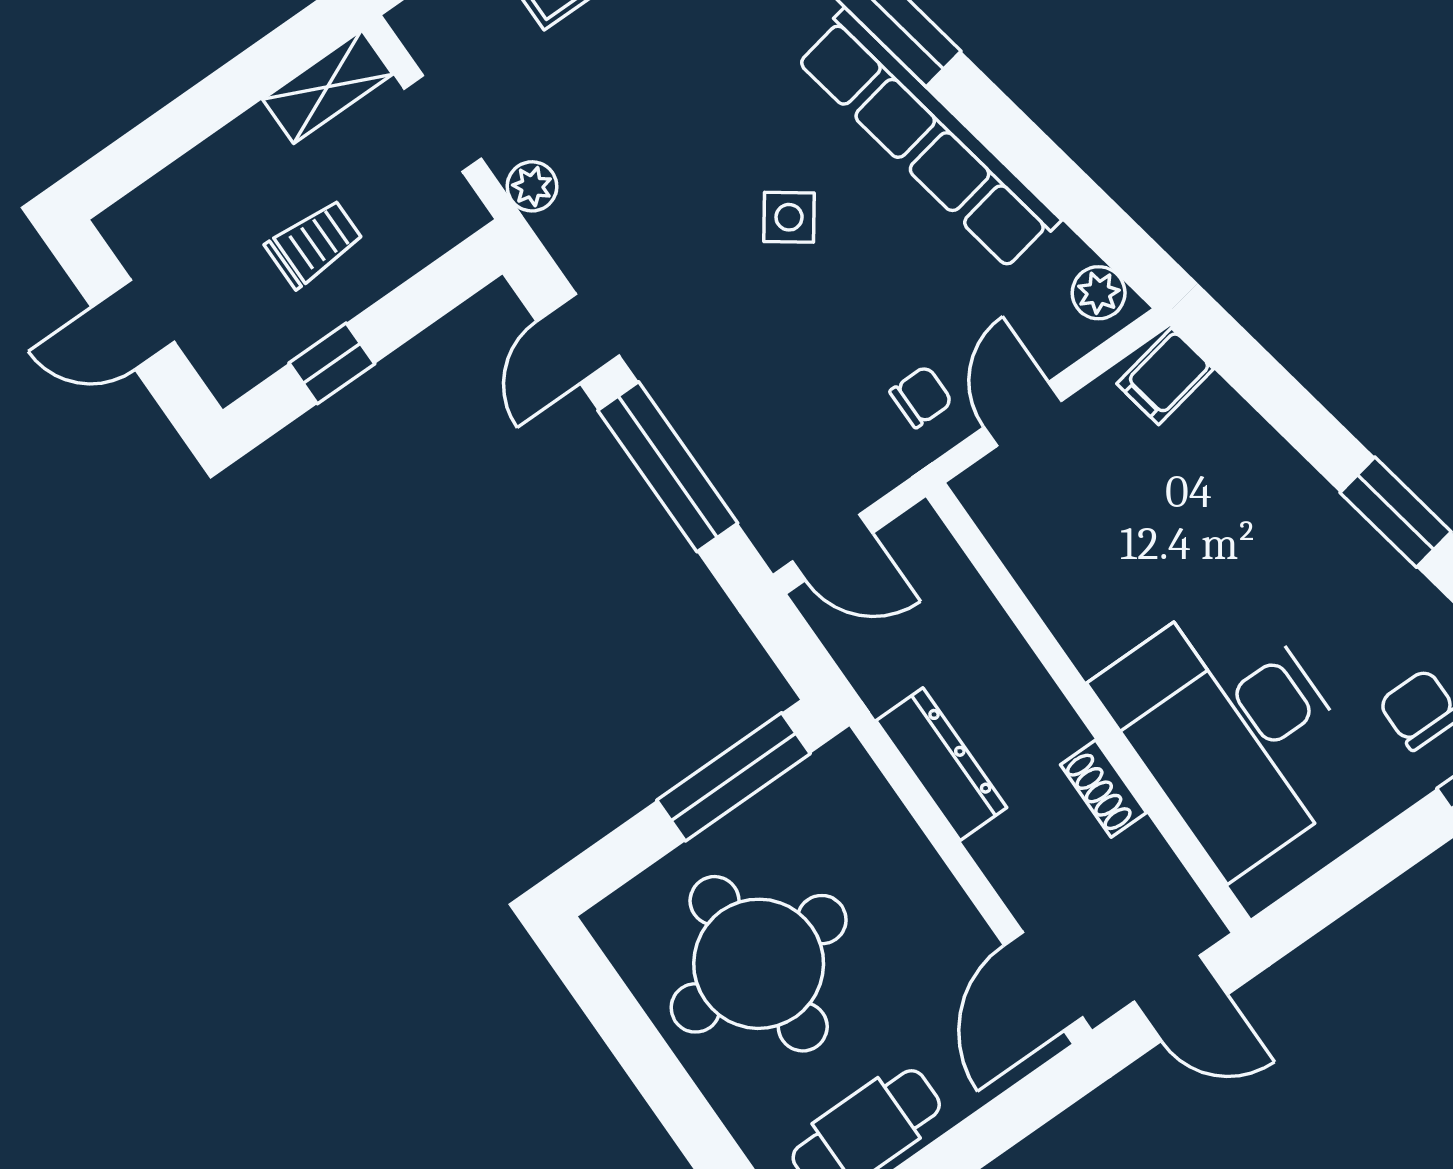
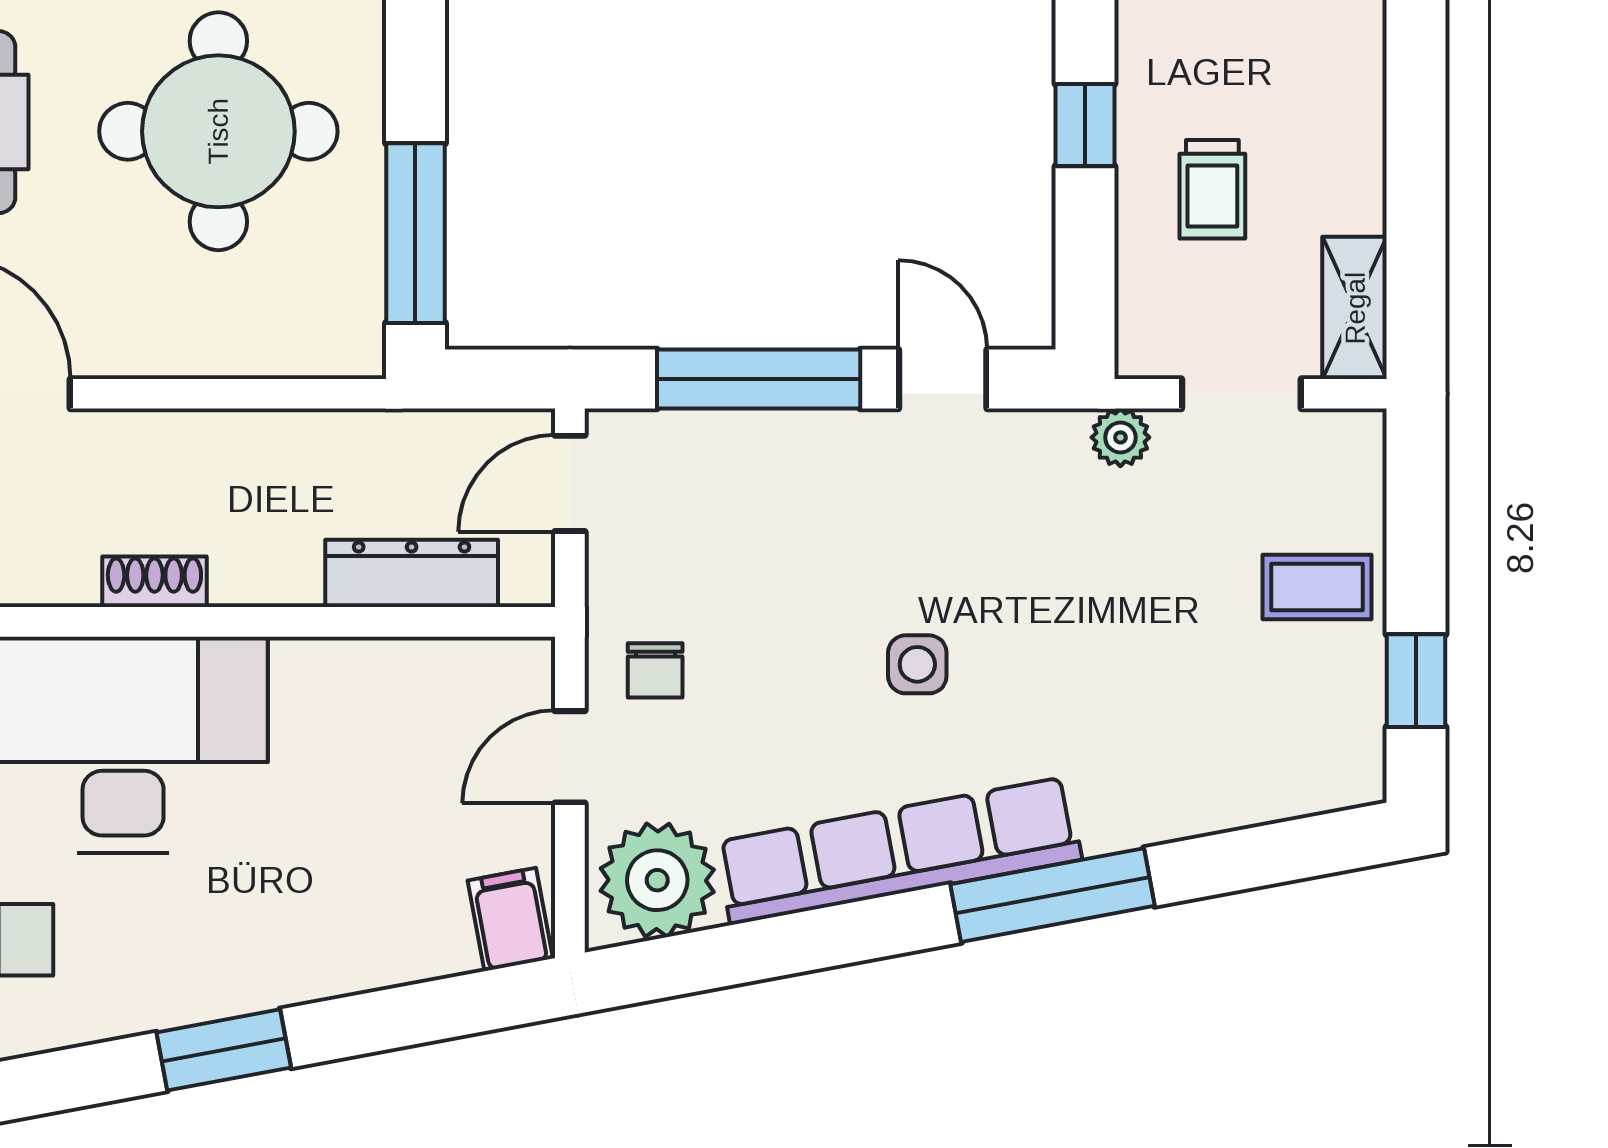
side table: (789, 217) -> (917, 664), turned -36
plant: (1099, 293) -> (657, 880), width x1.87, depth x1.87
door: (1023, 414) -> (570, 757), swing flipped
dresser: (941, 764) -> (412, 573), moved, turned 180

